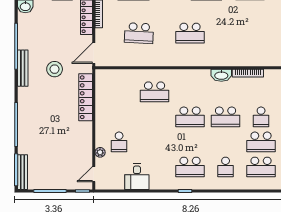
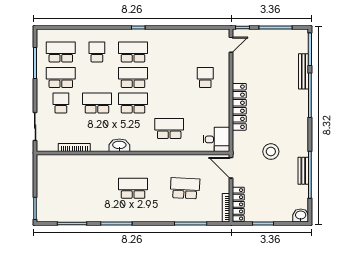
door: (94, 53) -> (231, 168), swing flipped
bench: (23, 68) -> (303, 171), moved, width x0.73
washbasin: (221, 75) -> (119, 145), moved
locker: (86, 97) -> (239, 107), moved
school desk: (190, 142) -> (133, 77), added
plant: (100, 152) -> (225, 67), removed
bench: (22, 172) -> (304, 71), moved
desk: (137, 177) -> (216, 139), moved, turned 90

